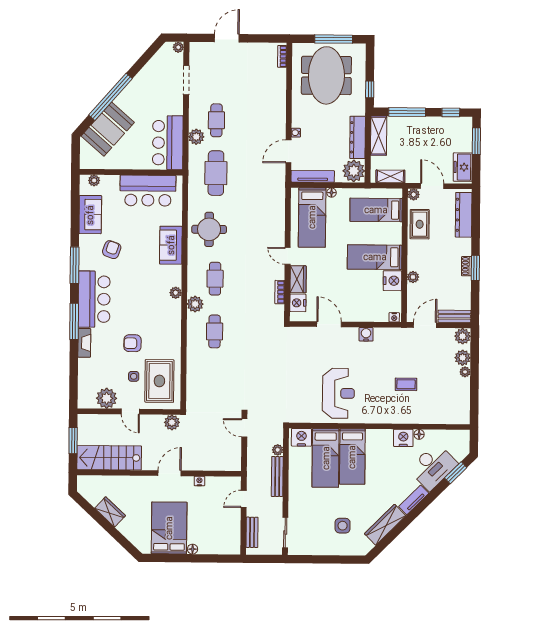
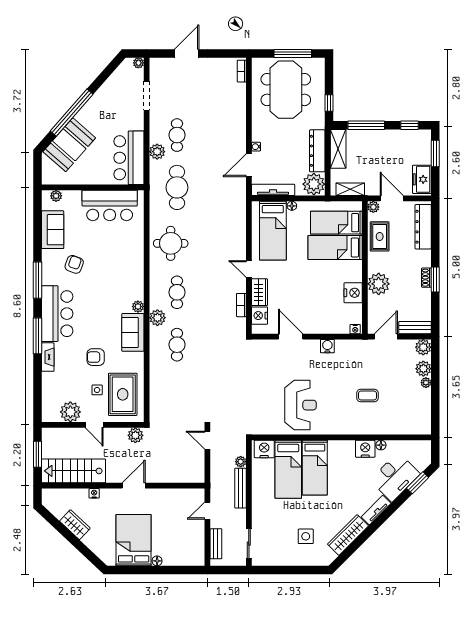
sofa: (171, 245) -> (133, 332), moved
bed: (375, 257) -> (335, 247), moved
plant: (413, 277) -> (379, 284), width x1.87, depth x1.87
nightstand: (199, 481) -> (94, 493), moved

